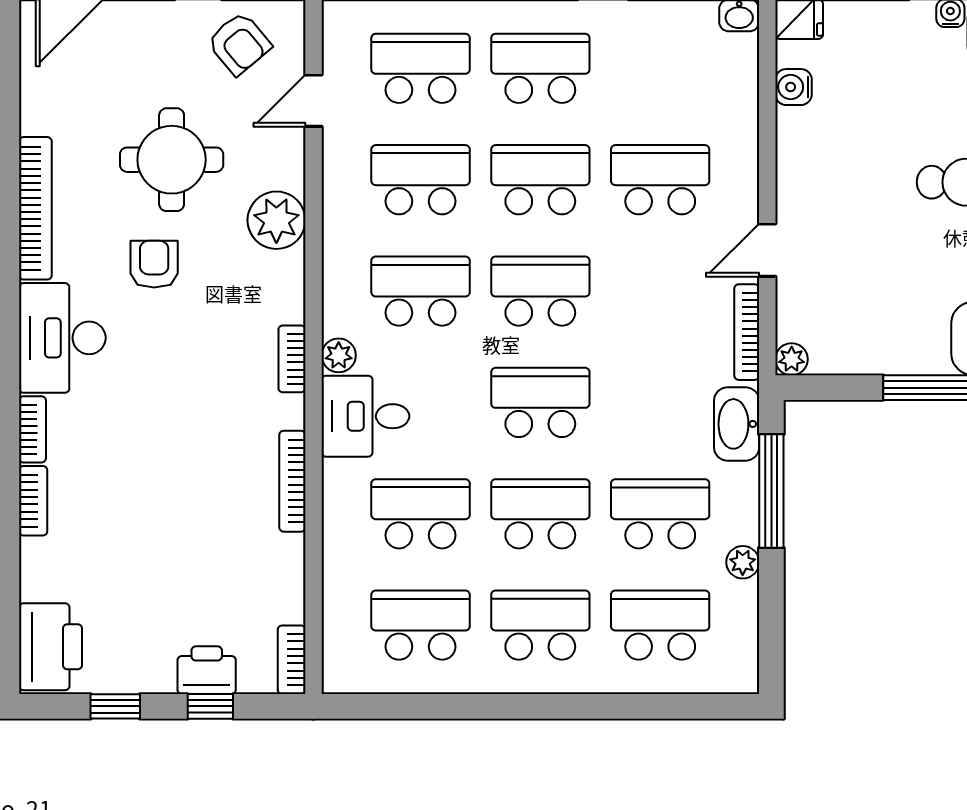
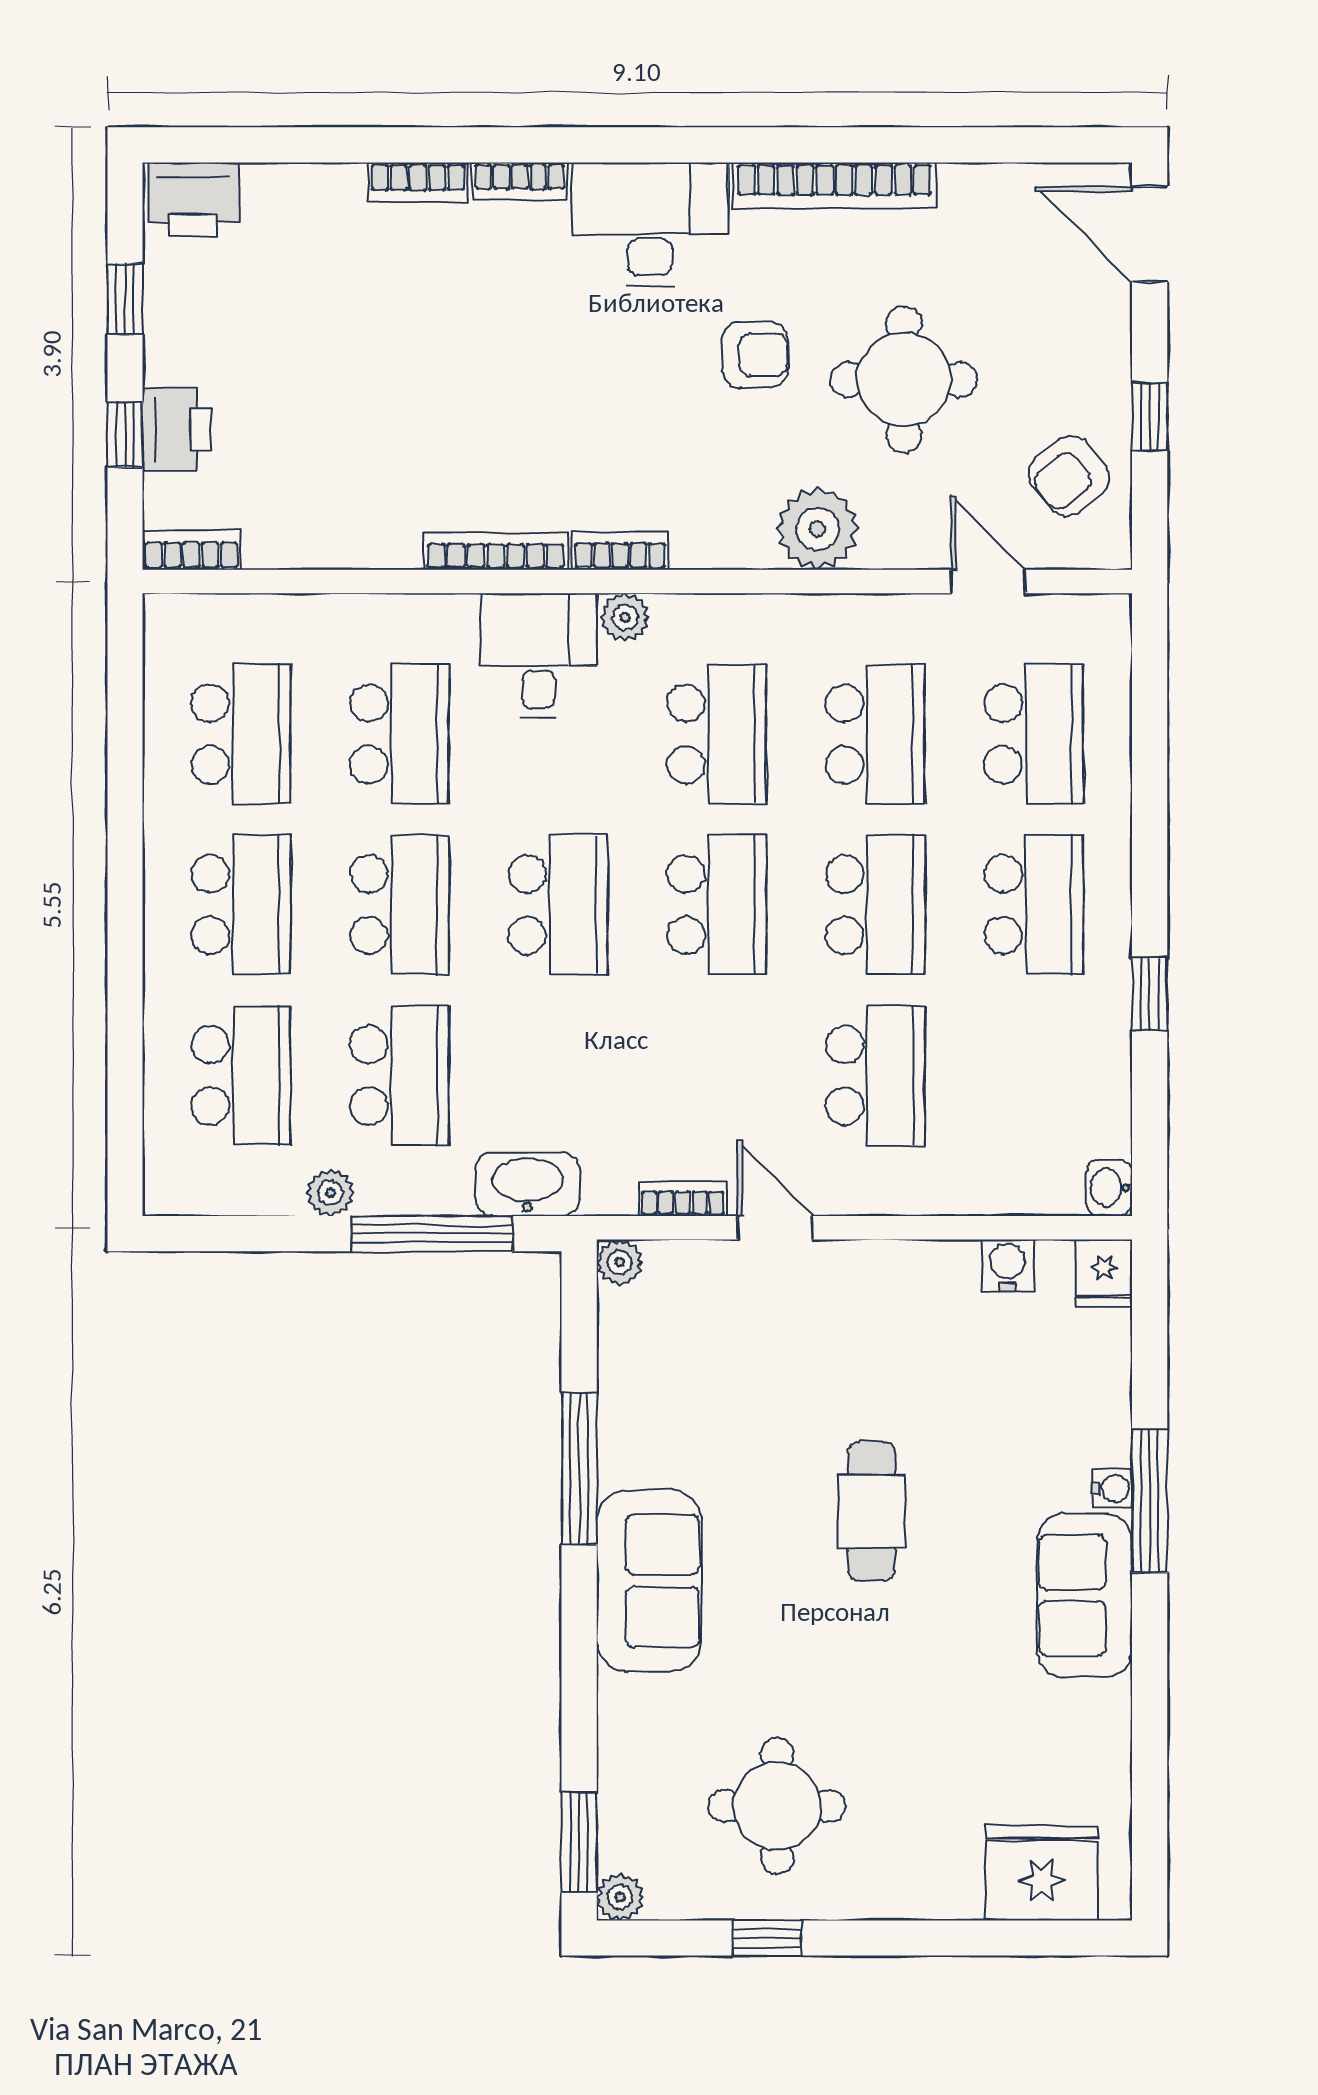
bookcase: (747, 332) -> (683, 1199), width x0.64
bookcase: (292, 481) -> (496, 551), moved
printer: (51, 647) -> (193, 200), width x0.73, depth x0.84

